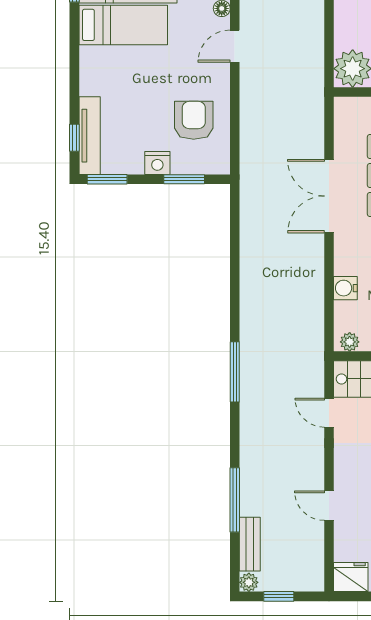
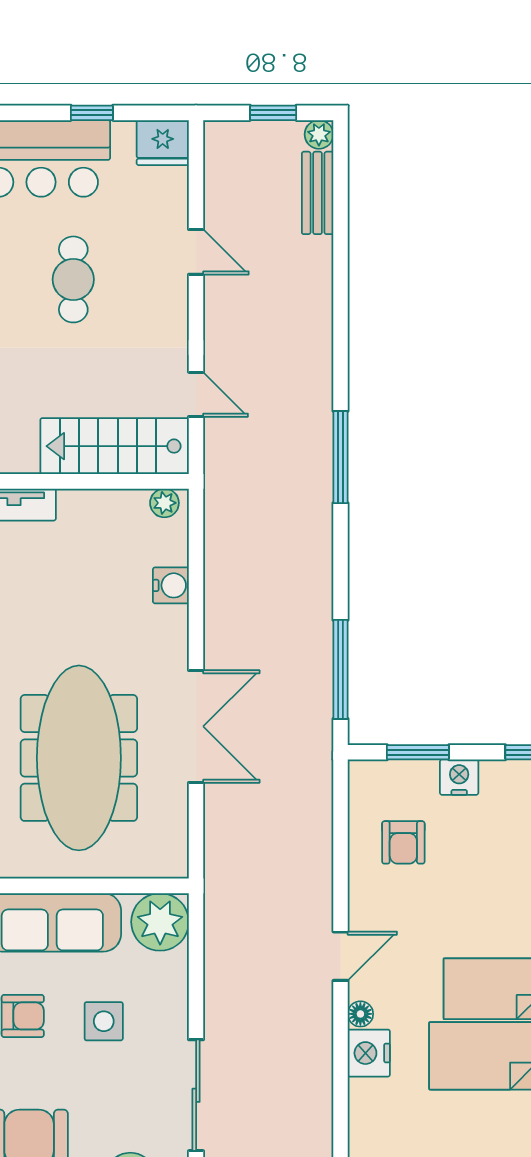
armchair: (194, 120) -> (403, 842), width x0.72, depth x0.72
window: (235, 500) -> (341, 669), moved

